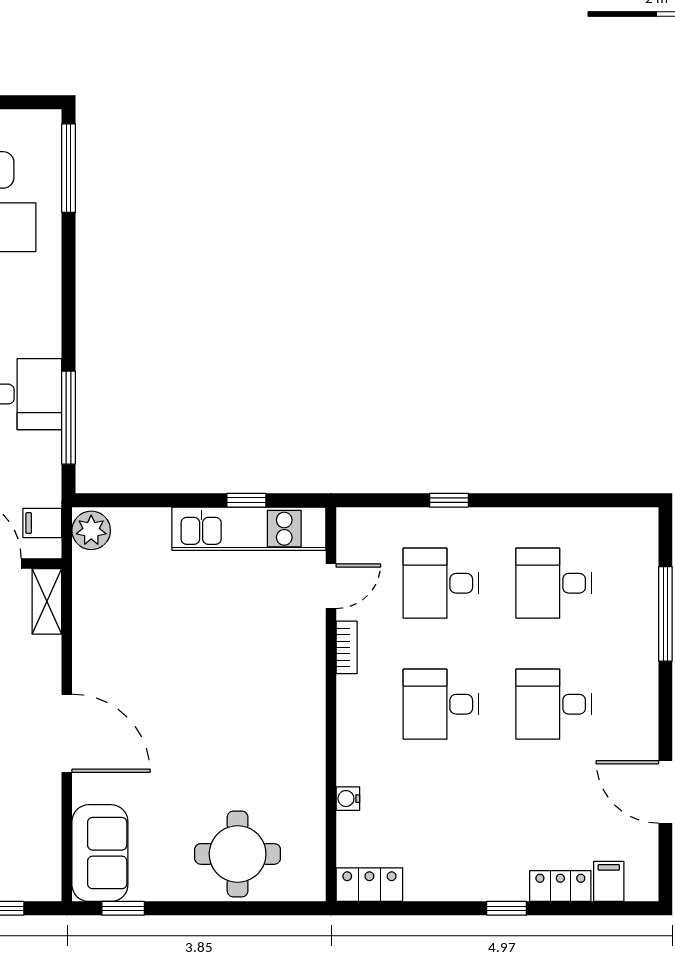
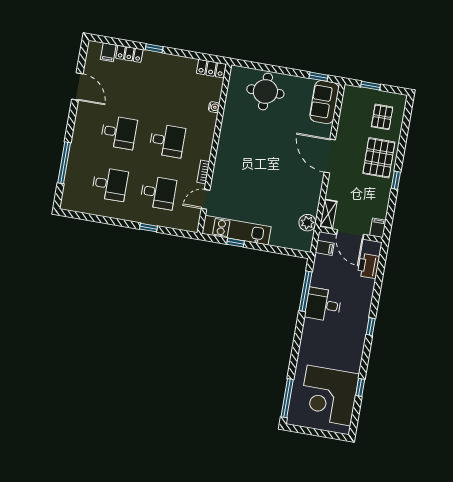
plant: (91, 530) -> (307, 223), moved

